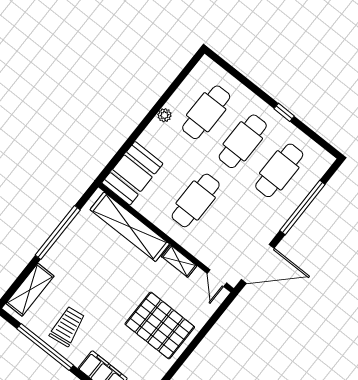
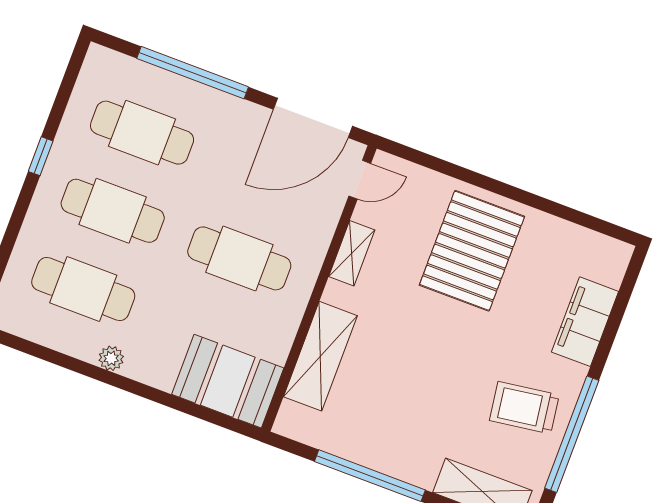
shelving: (130, 227) -> (320, 356), width x0.68
door: (258, 264) -> (313, 118), swing flipped

